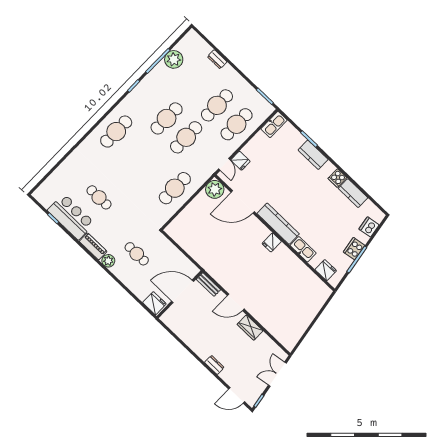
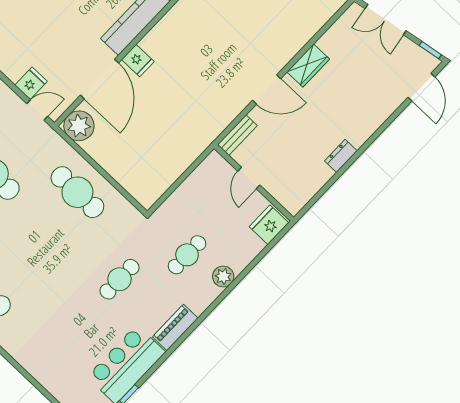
cafe table: (99, 197) -> (120, 279), moved
fridge: (272, 242) -> (138, 61), moved
plant: (108, 261) -> (223, 276), moved
door: (183, 291) -> (249, 178), width x0.53
door: (236, 302) -> (267, 90), hinge flipped
dresser: (214, 365) -> (341, 156), moved

